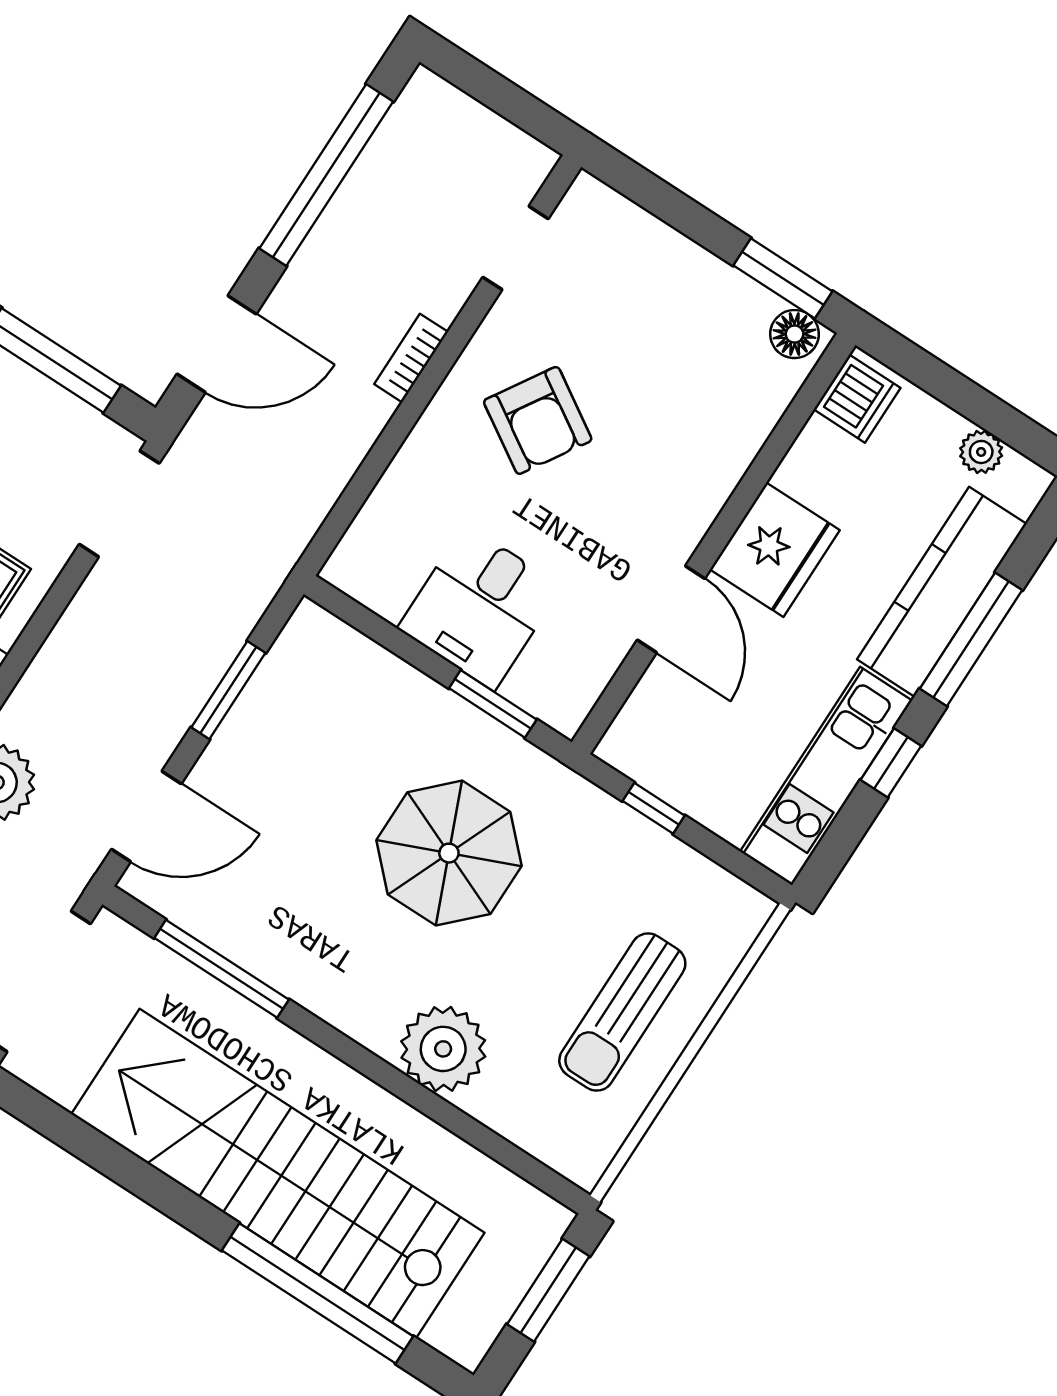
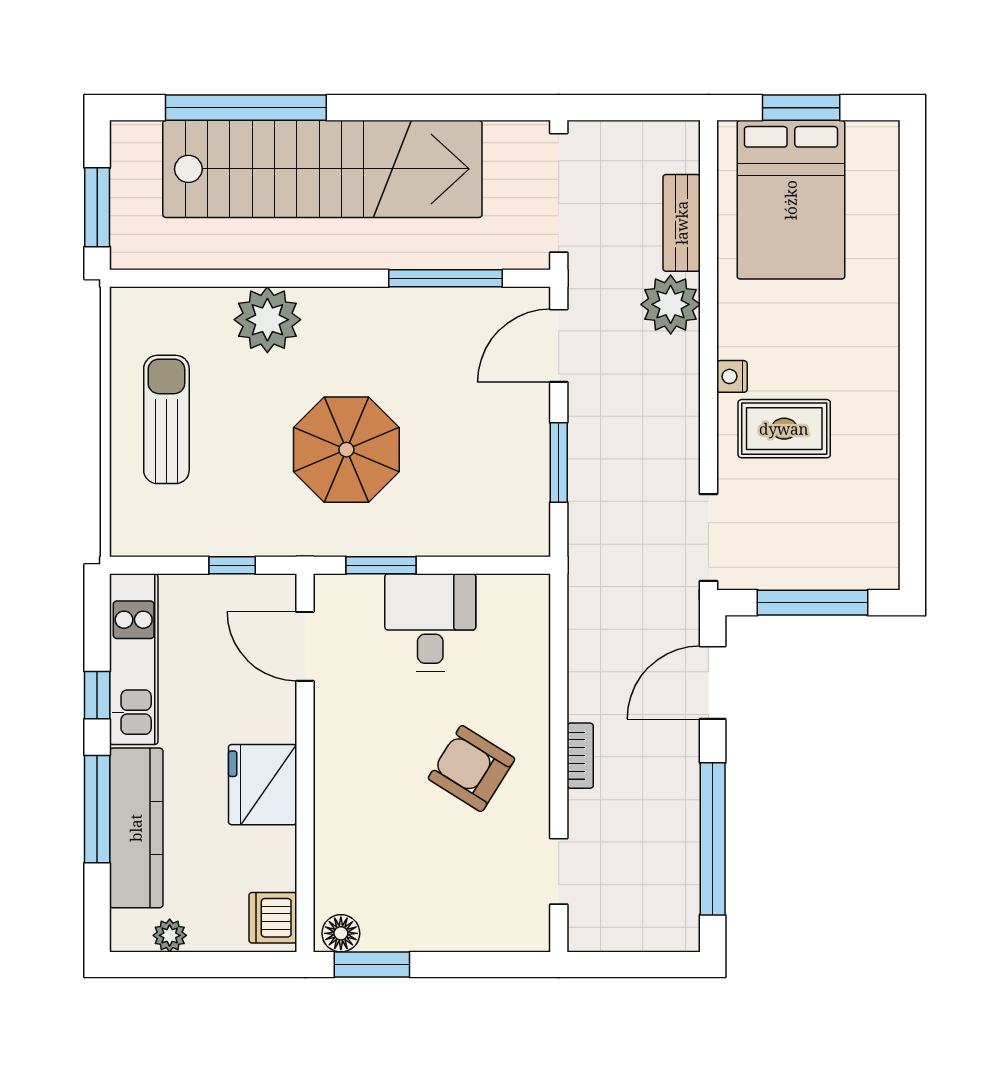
door: (671, 609) -> (305, 646), moved

